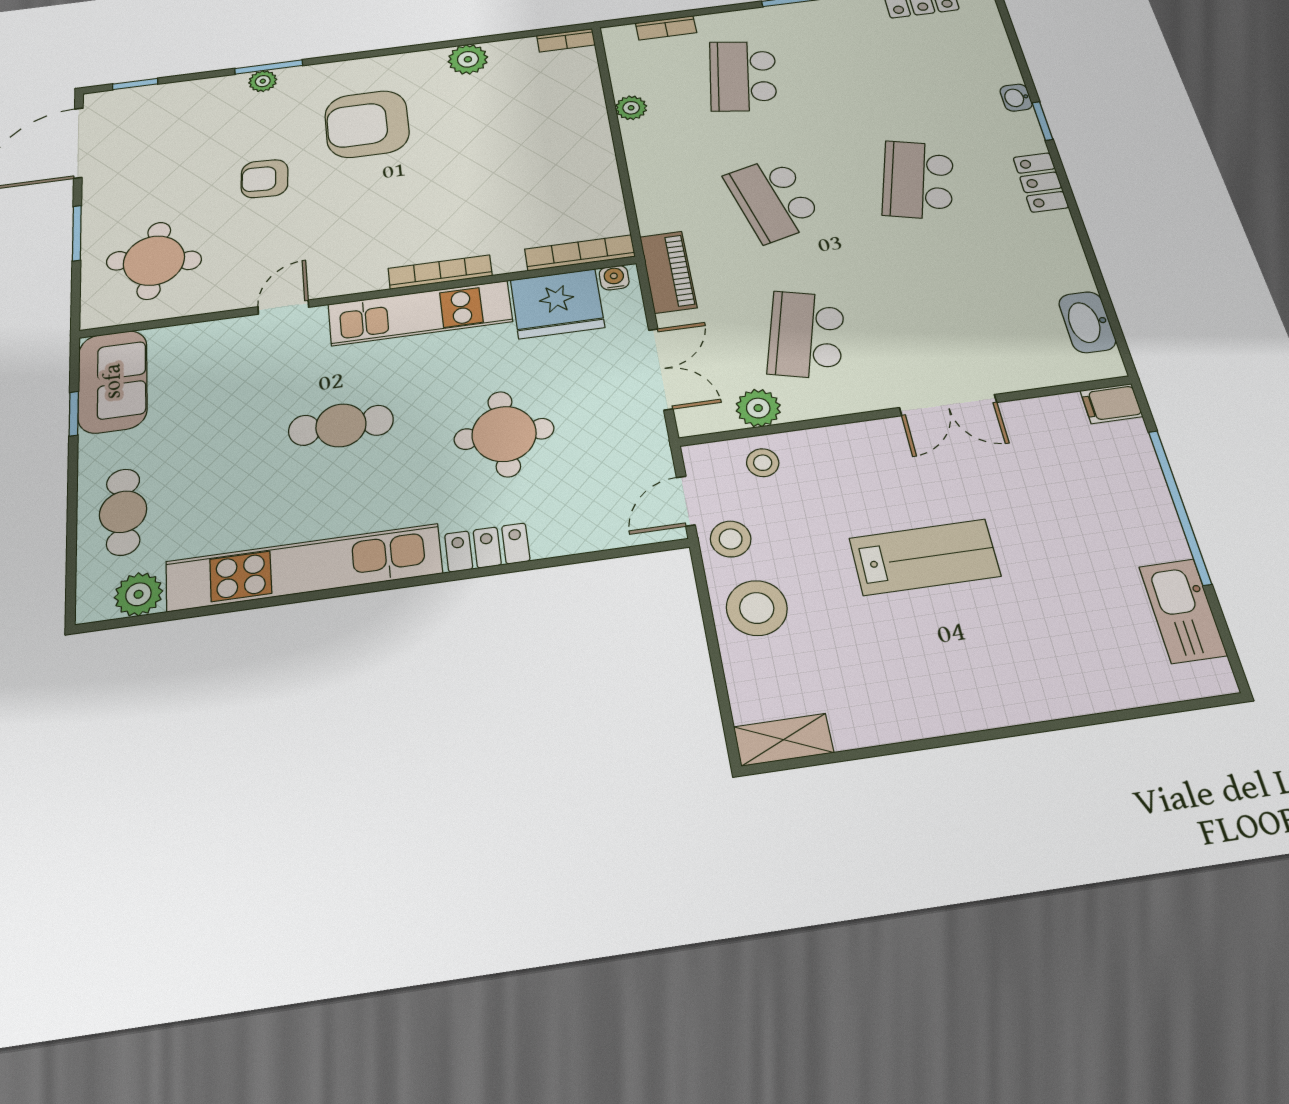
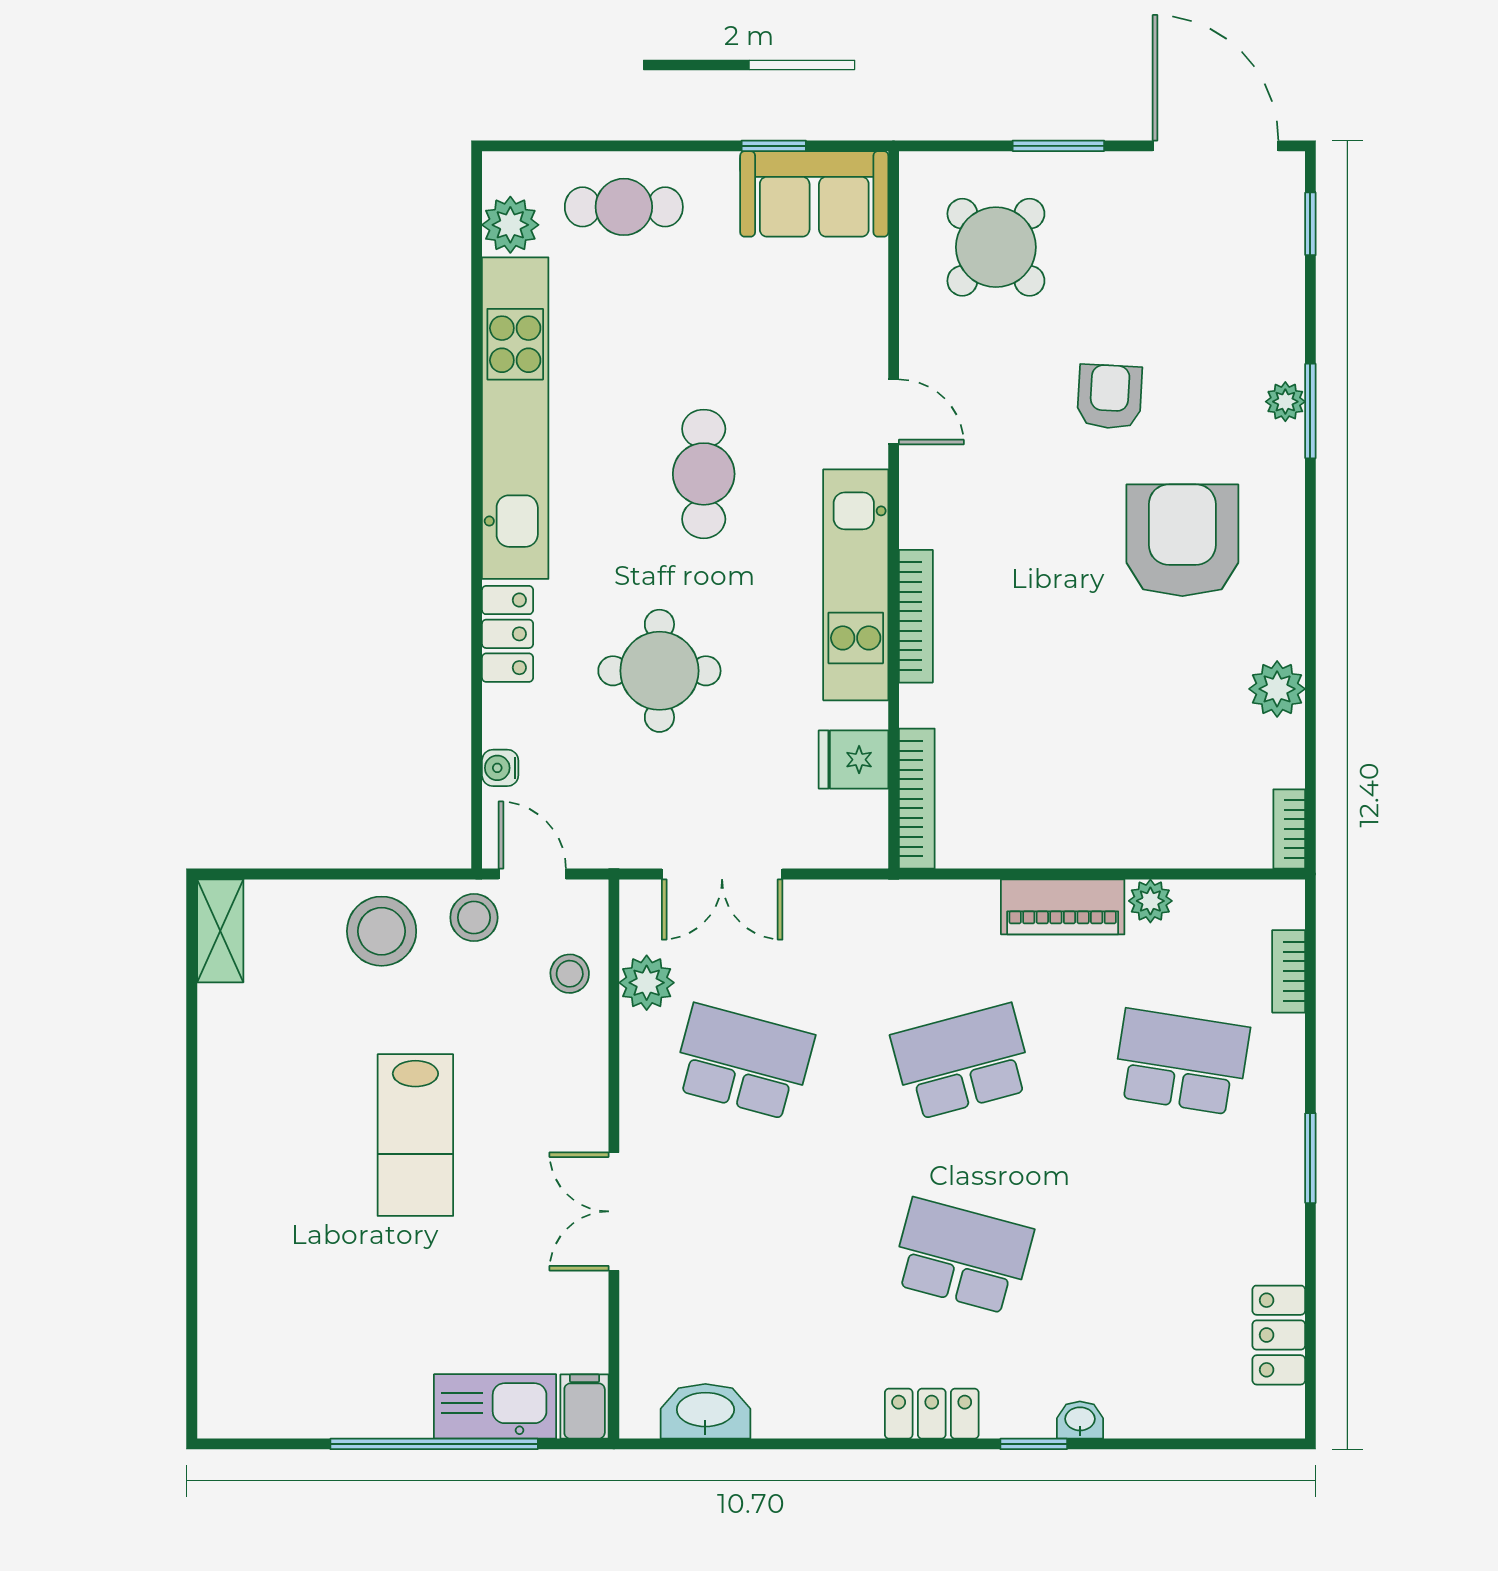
round table: (154, 261) -> (996, 247), turned 36
piano: (668, 272) -> (1063, 907), moved
water cooler: (614, 278) -> (500, 768), moved, turned 180
fridge: (557, 304) -> (853, 760), width x0.53, depth x0.75
kitchen sink: (1183, 611) -> (495, 1406), moved

